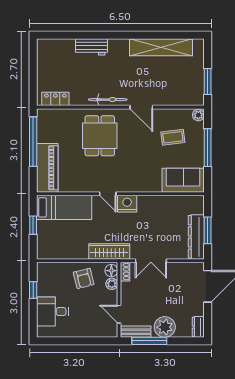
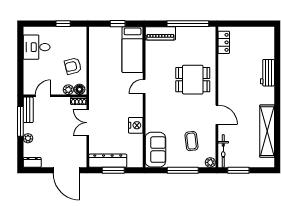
bicycle: (108, 100) -> (223, 151), moved
door: (141, 107) -> (217, 115), swing flipped
piano: (47, 168) -> (160, 33), width x0.73, depth x0.75
nightstand: (127, 204) -> (136, 125), moved
wardrobe: (109, 251) -> (96, 88), removed
desk: (53, 312) -> (37, 47), moved, turned -90
plant: (165, 327) -> (28, 138), width x0.53, depth x0.53

